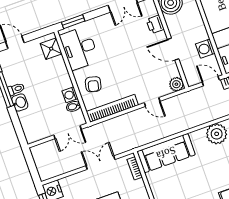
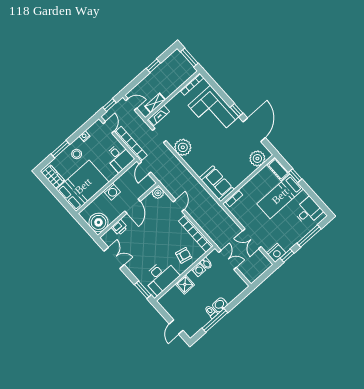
shower: (51, 49) -> (185, 284), moved
washing machine: (205, 49) -> (112, 192), moved
sofa: (166, 153) -> (217, 184), width x0.73
double door: (101, 163) -> (252, 239), moved

